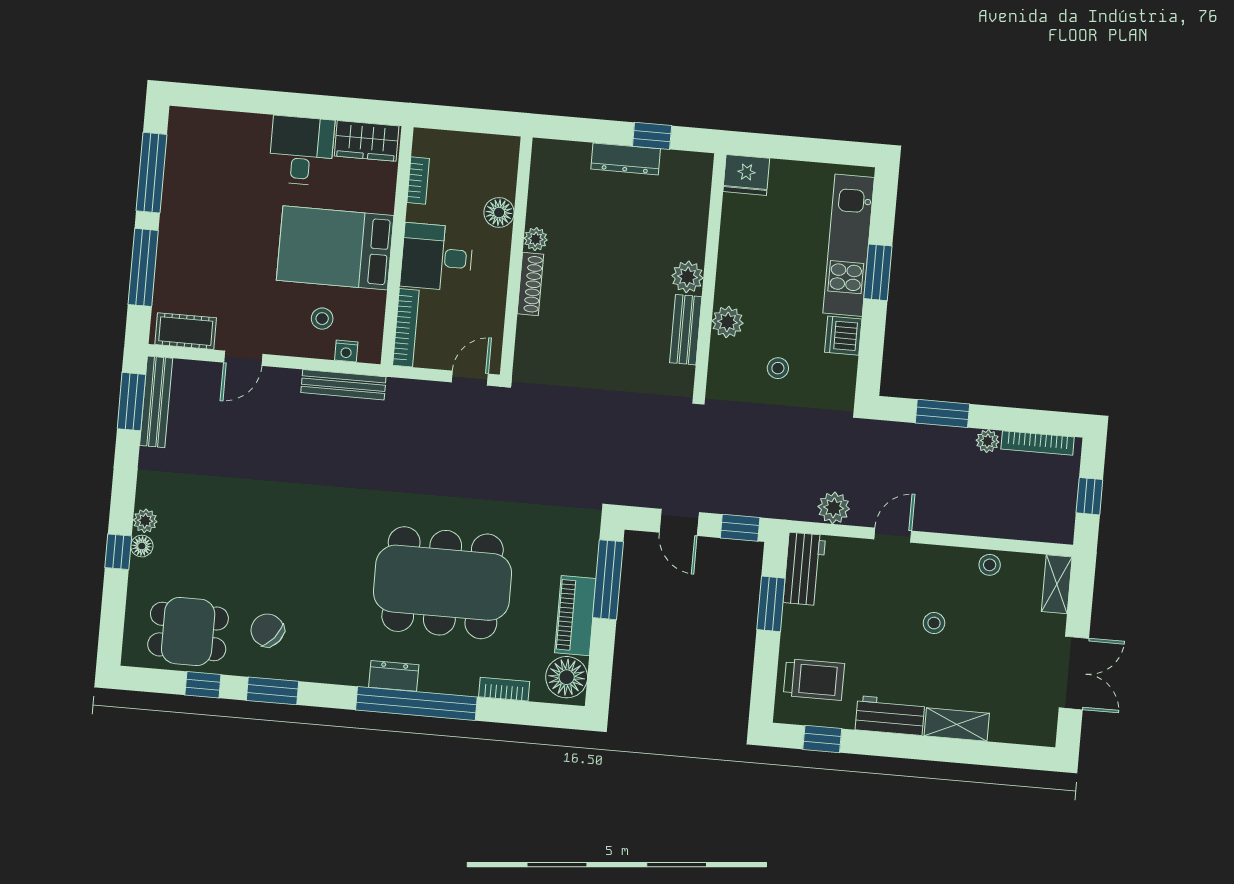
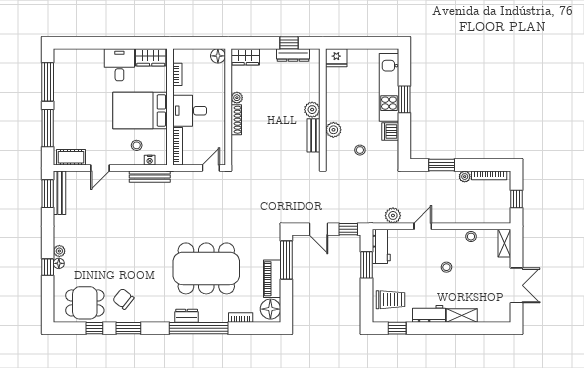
wardrobe: (560, 157) -> (245, 57), added
dresser: (626, 159) -> (293, 55), moved
floor lamp: (499, 212) -> (218, 56), moved

